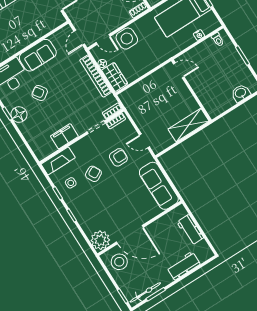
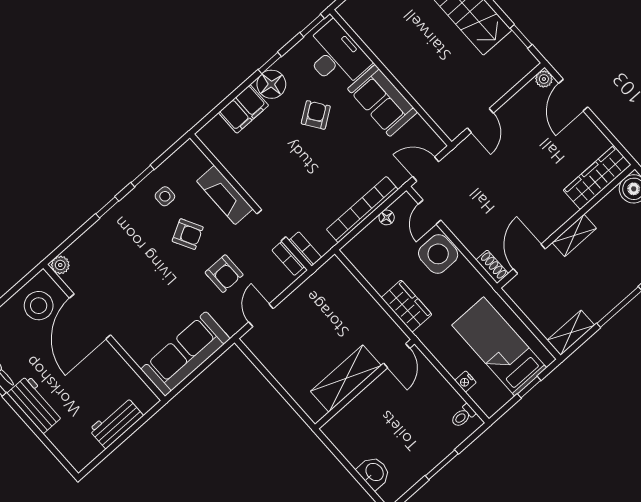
wardrobe: (115, 77) -> (406, 306), moved, turned -90
shelving: (189, 125) -> (346, 378), moved, turned 90
filing cabinet: (64, 136) -> (243, 109), moved, turned 90
fireplace: (58, 161) -> (225, 195), moved
plant: (100, 240) -> (60, 265), width x0.53, depth x0.53
workbench: (183, 266) -> (35, 404), moved

